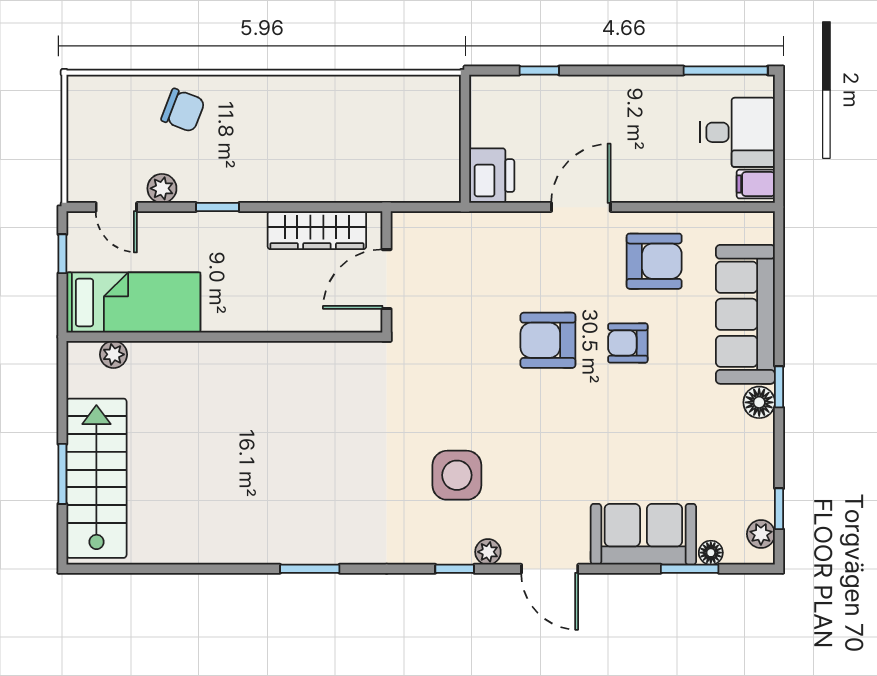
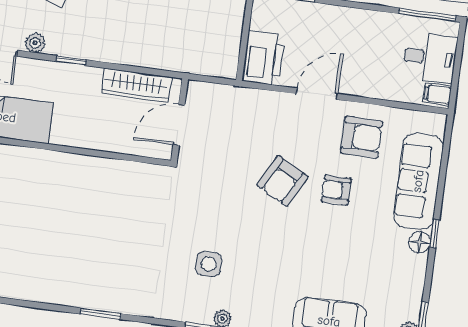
printer: (492, 176) -> (263, 58), width x1.37, depth x1.19
armchair: (548, 340) -> (282, 181), turned -62
side table: (457, 475) -> (209, 264), width x0.73, depth x0.73

